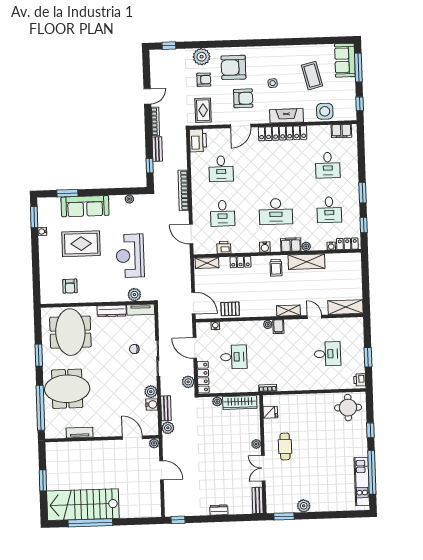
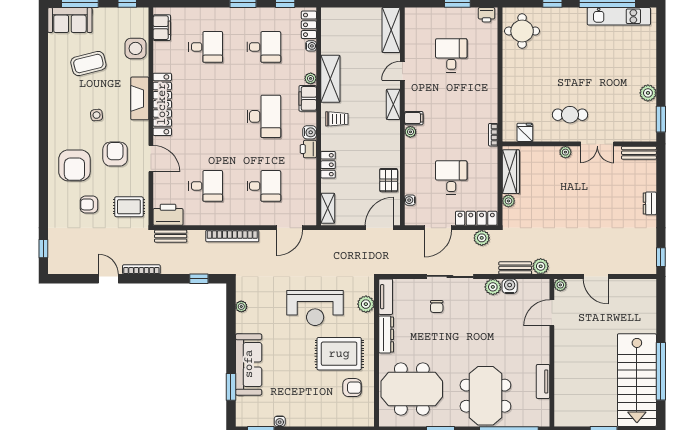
plant: (202, 57) -> (59, 206), removed
armchair: (204, 80) -> (89, 204), turned -90
bench: (157, 149) -> (171, 236), moved
rug: (81, 244) -> (339, 354), moved, turned 90
printer: (224, 247) -> (308, 149), moved
door: (161, 470) -> (596, 276), swing flipped

